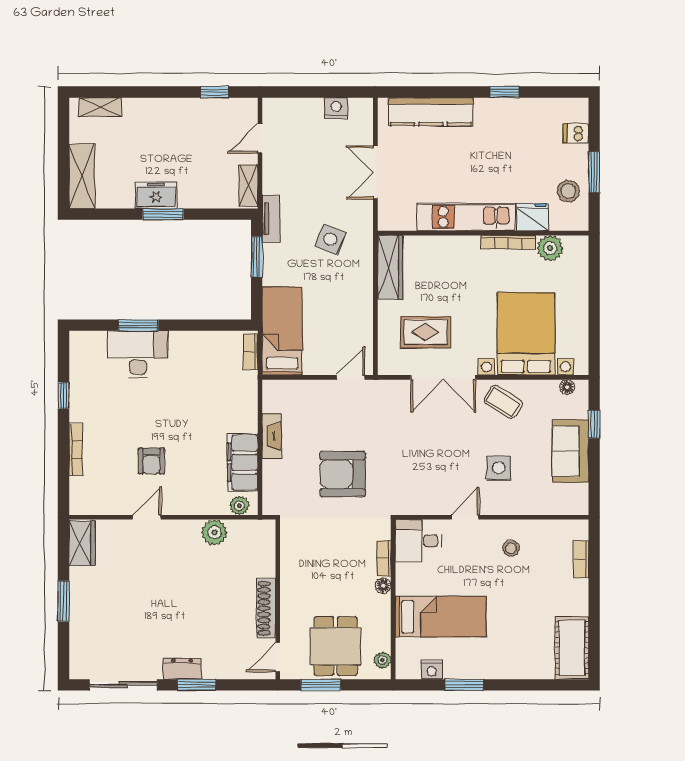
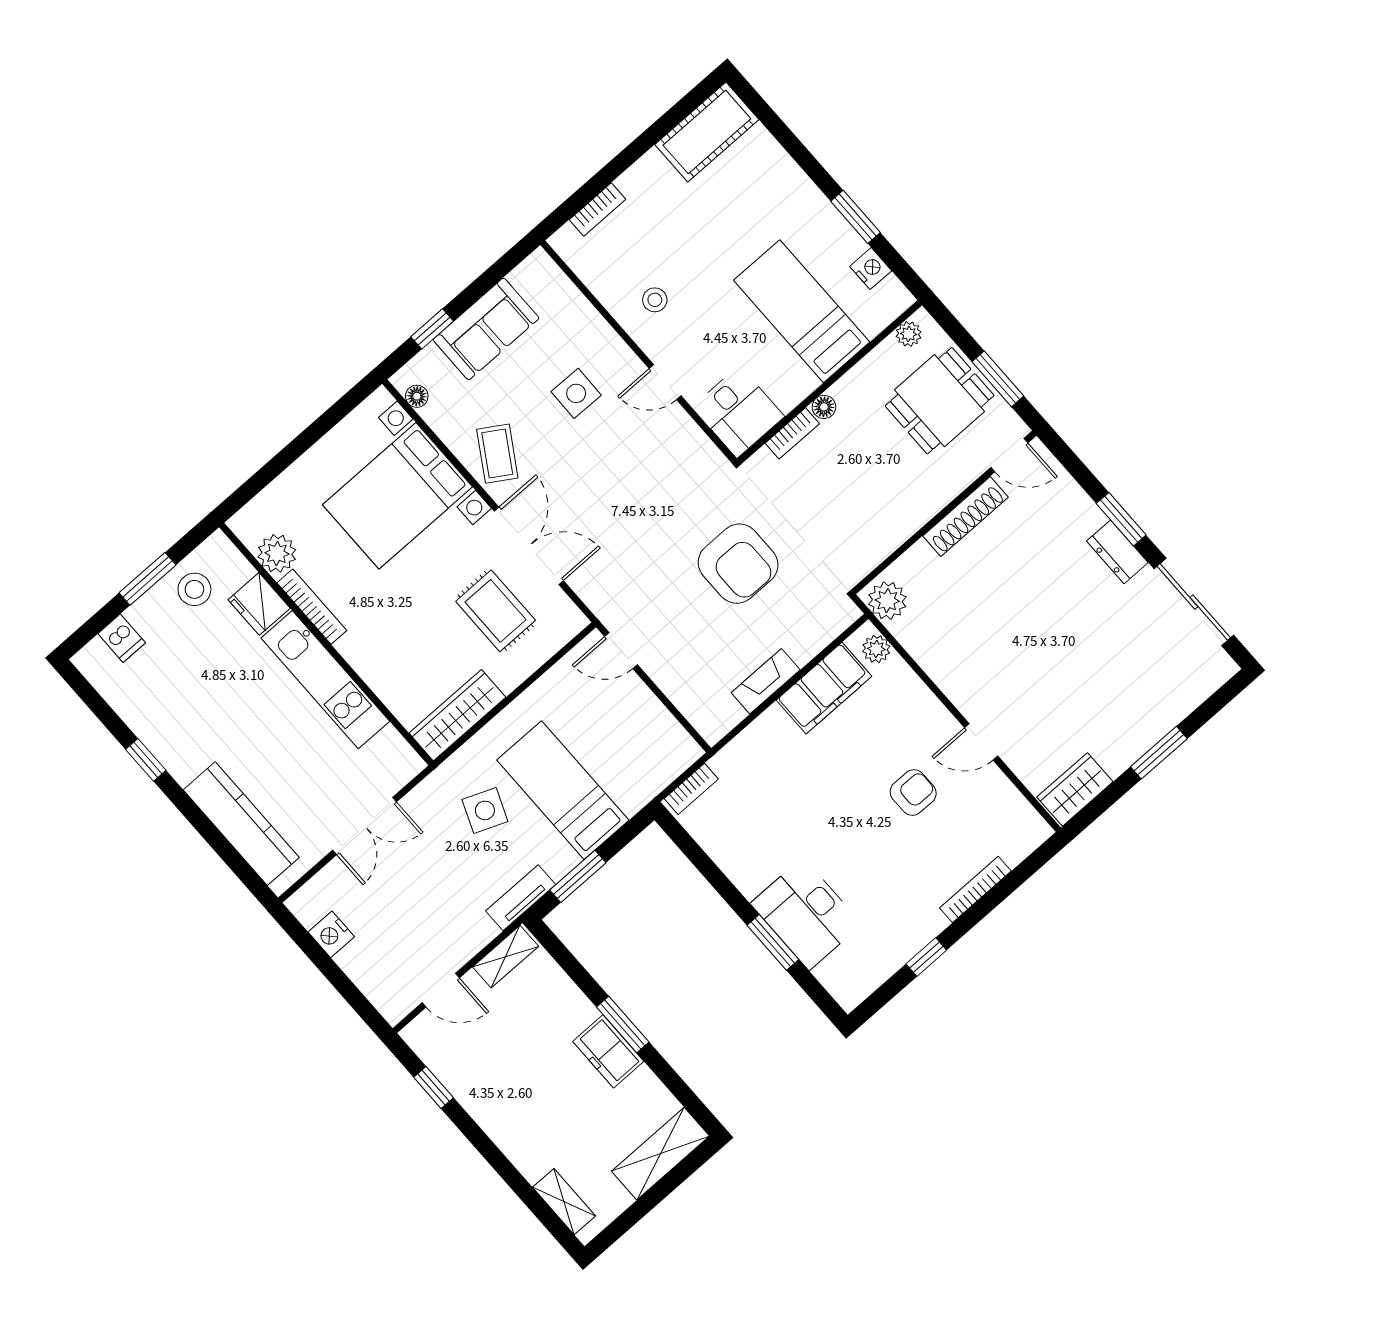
bed: (282, 331) -> (563, 790), moved, turned 90
plant: (215, 532) -> (887, 601), moved

